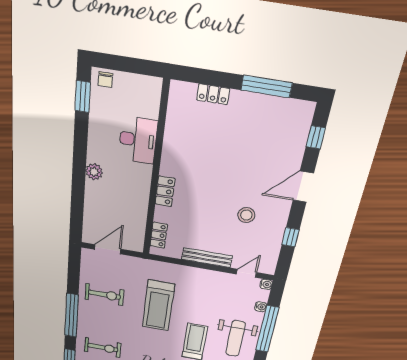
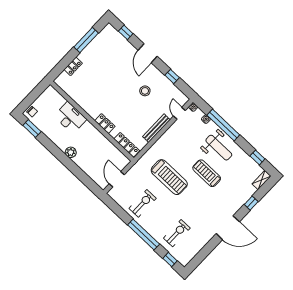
locker: (159, 235) -> (127, 145), width x1.53

